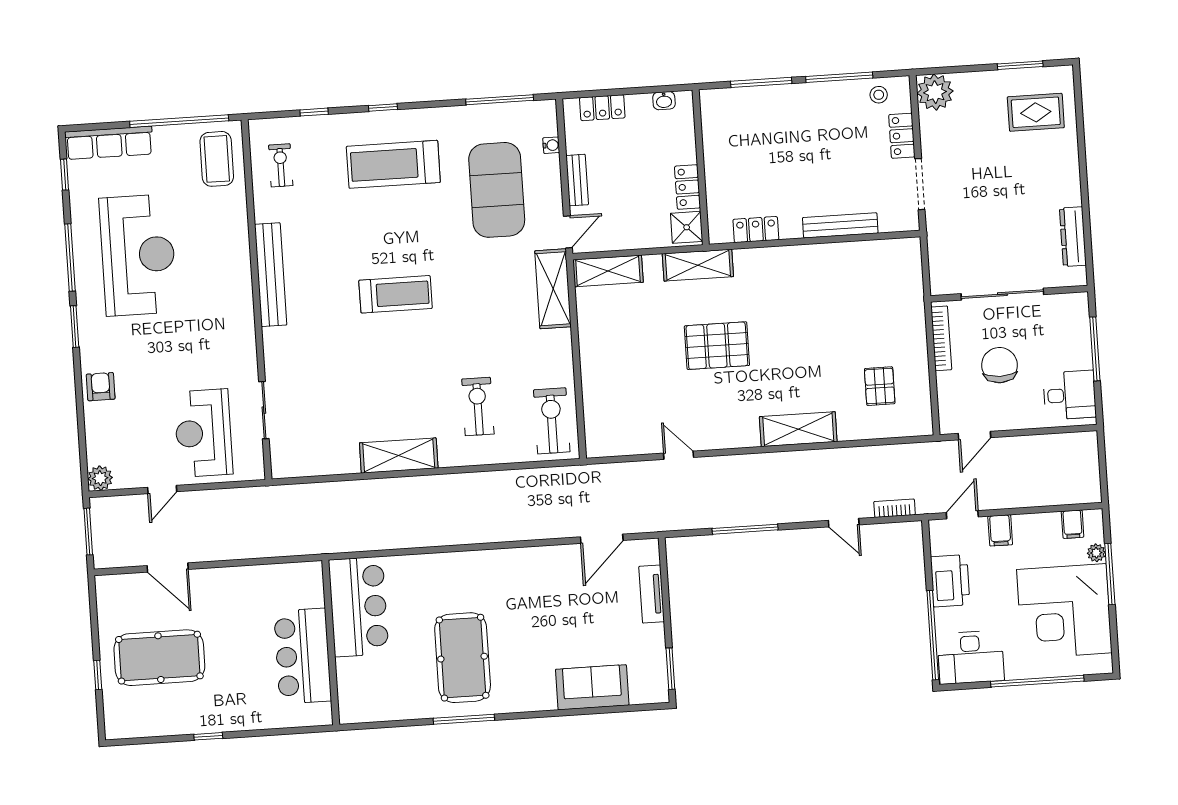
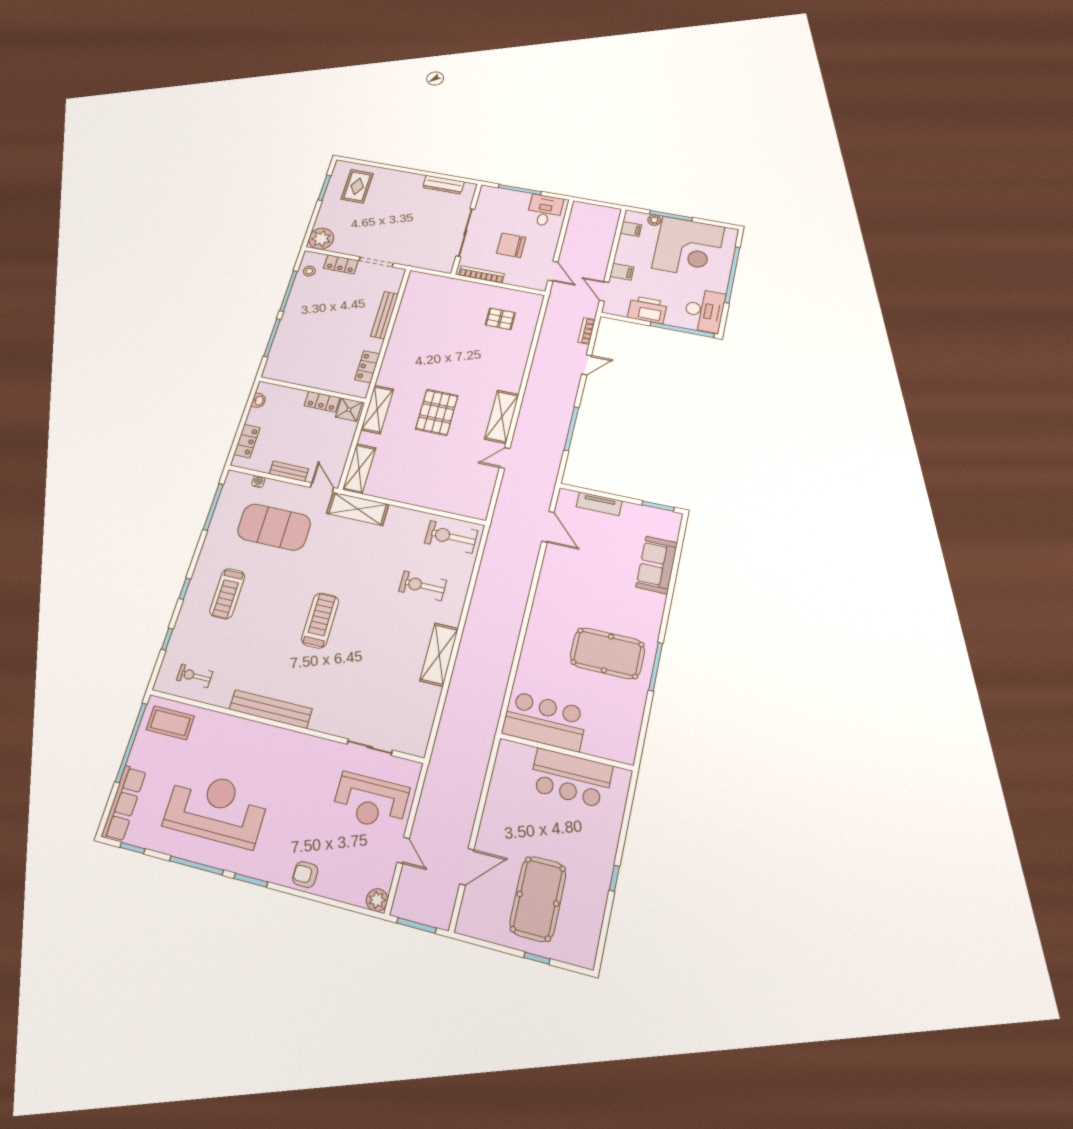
treadmill: (393, 164) -> (227, 594), width x0.73, depth x0.73
shelving: (798, 429) -> (502, 417), moved

